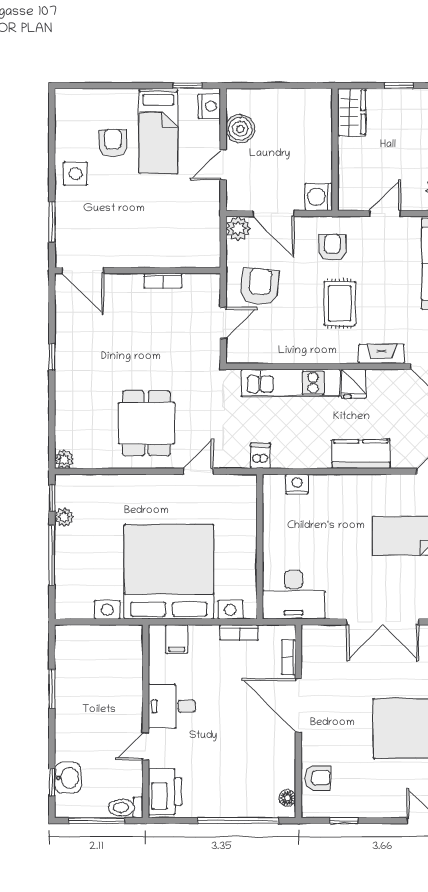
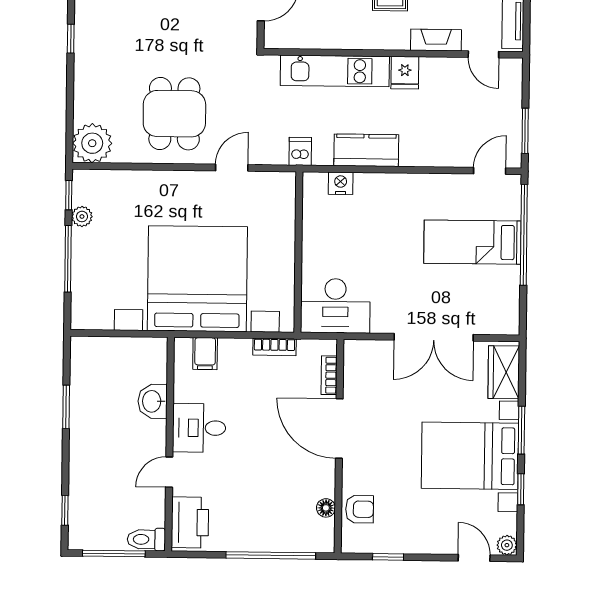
kitchen counter: (361, 454) -> (366, 150), moved
plant: (64, 459) -> (92, 143), width x1.87, depth x1.87
washbasin: (68, 778) -> (153, 401), moved, turned 180
floor lamp: (287, 798) -> (326, 508), moved

